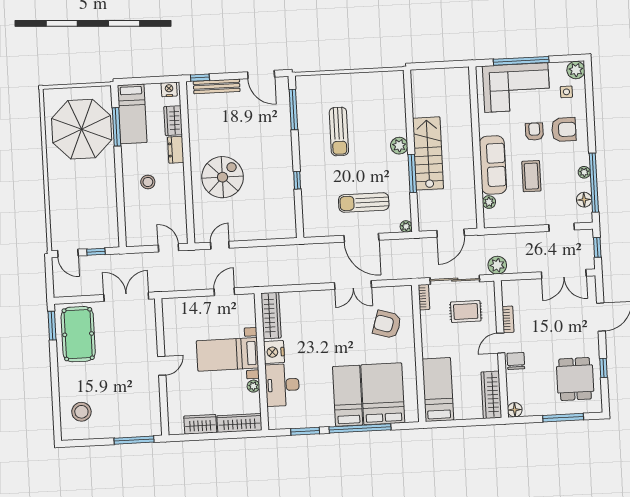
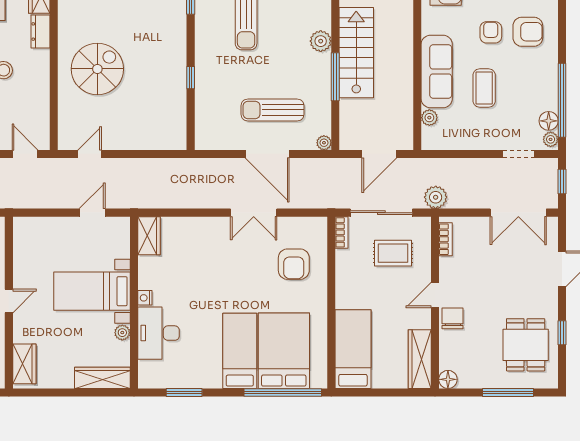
plant: (584, 172) -> (551, 139), moved
wardrobe: (271, 315) -> (149, 236), width x0.67
bookcase: (508, 319) -> (445, 239), moved
armchair: (387, 324) -> (294, 264), turned -107
nightstand: (274, 352) -> (145, 298), width x0.53, depth x0.56
wardrobe: (200, 424) -> (24, 364), moved, turned 90
window: (360, 428) -> (283, 392), moved

